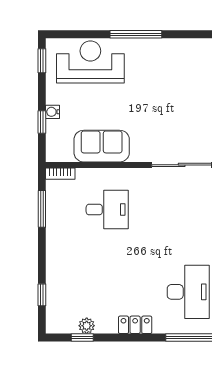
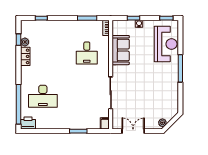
locker: (135, 325) -> (25, 56), moved

